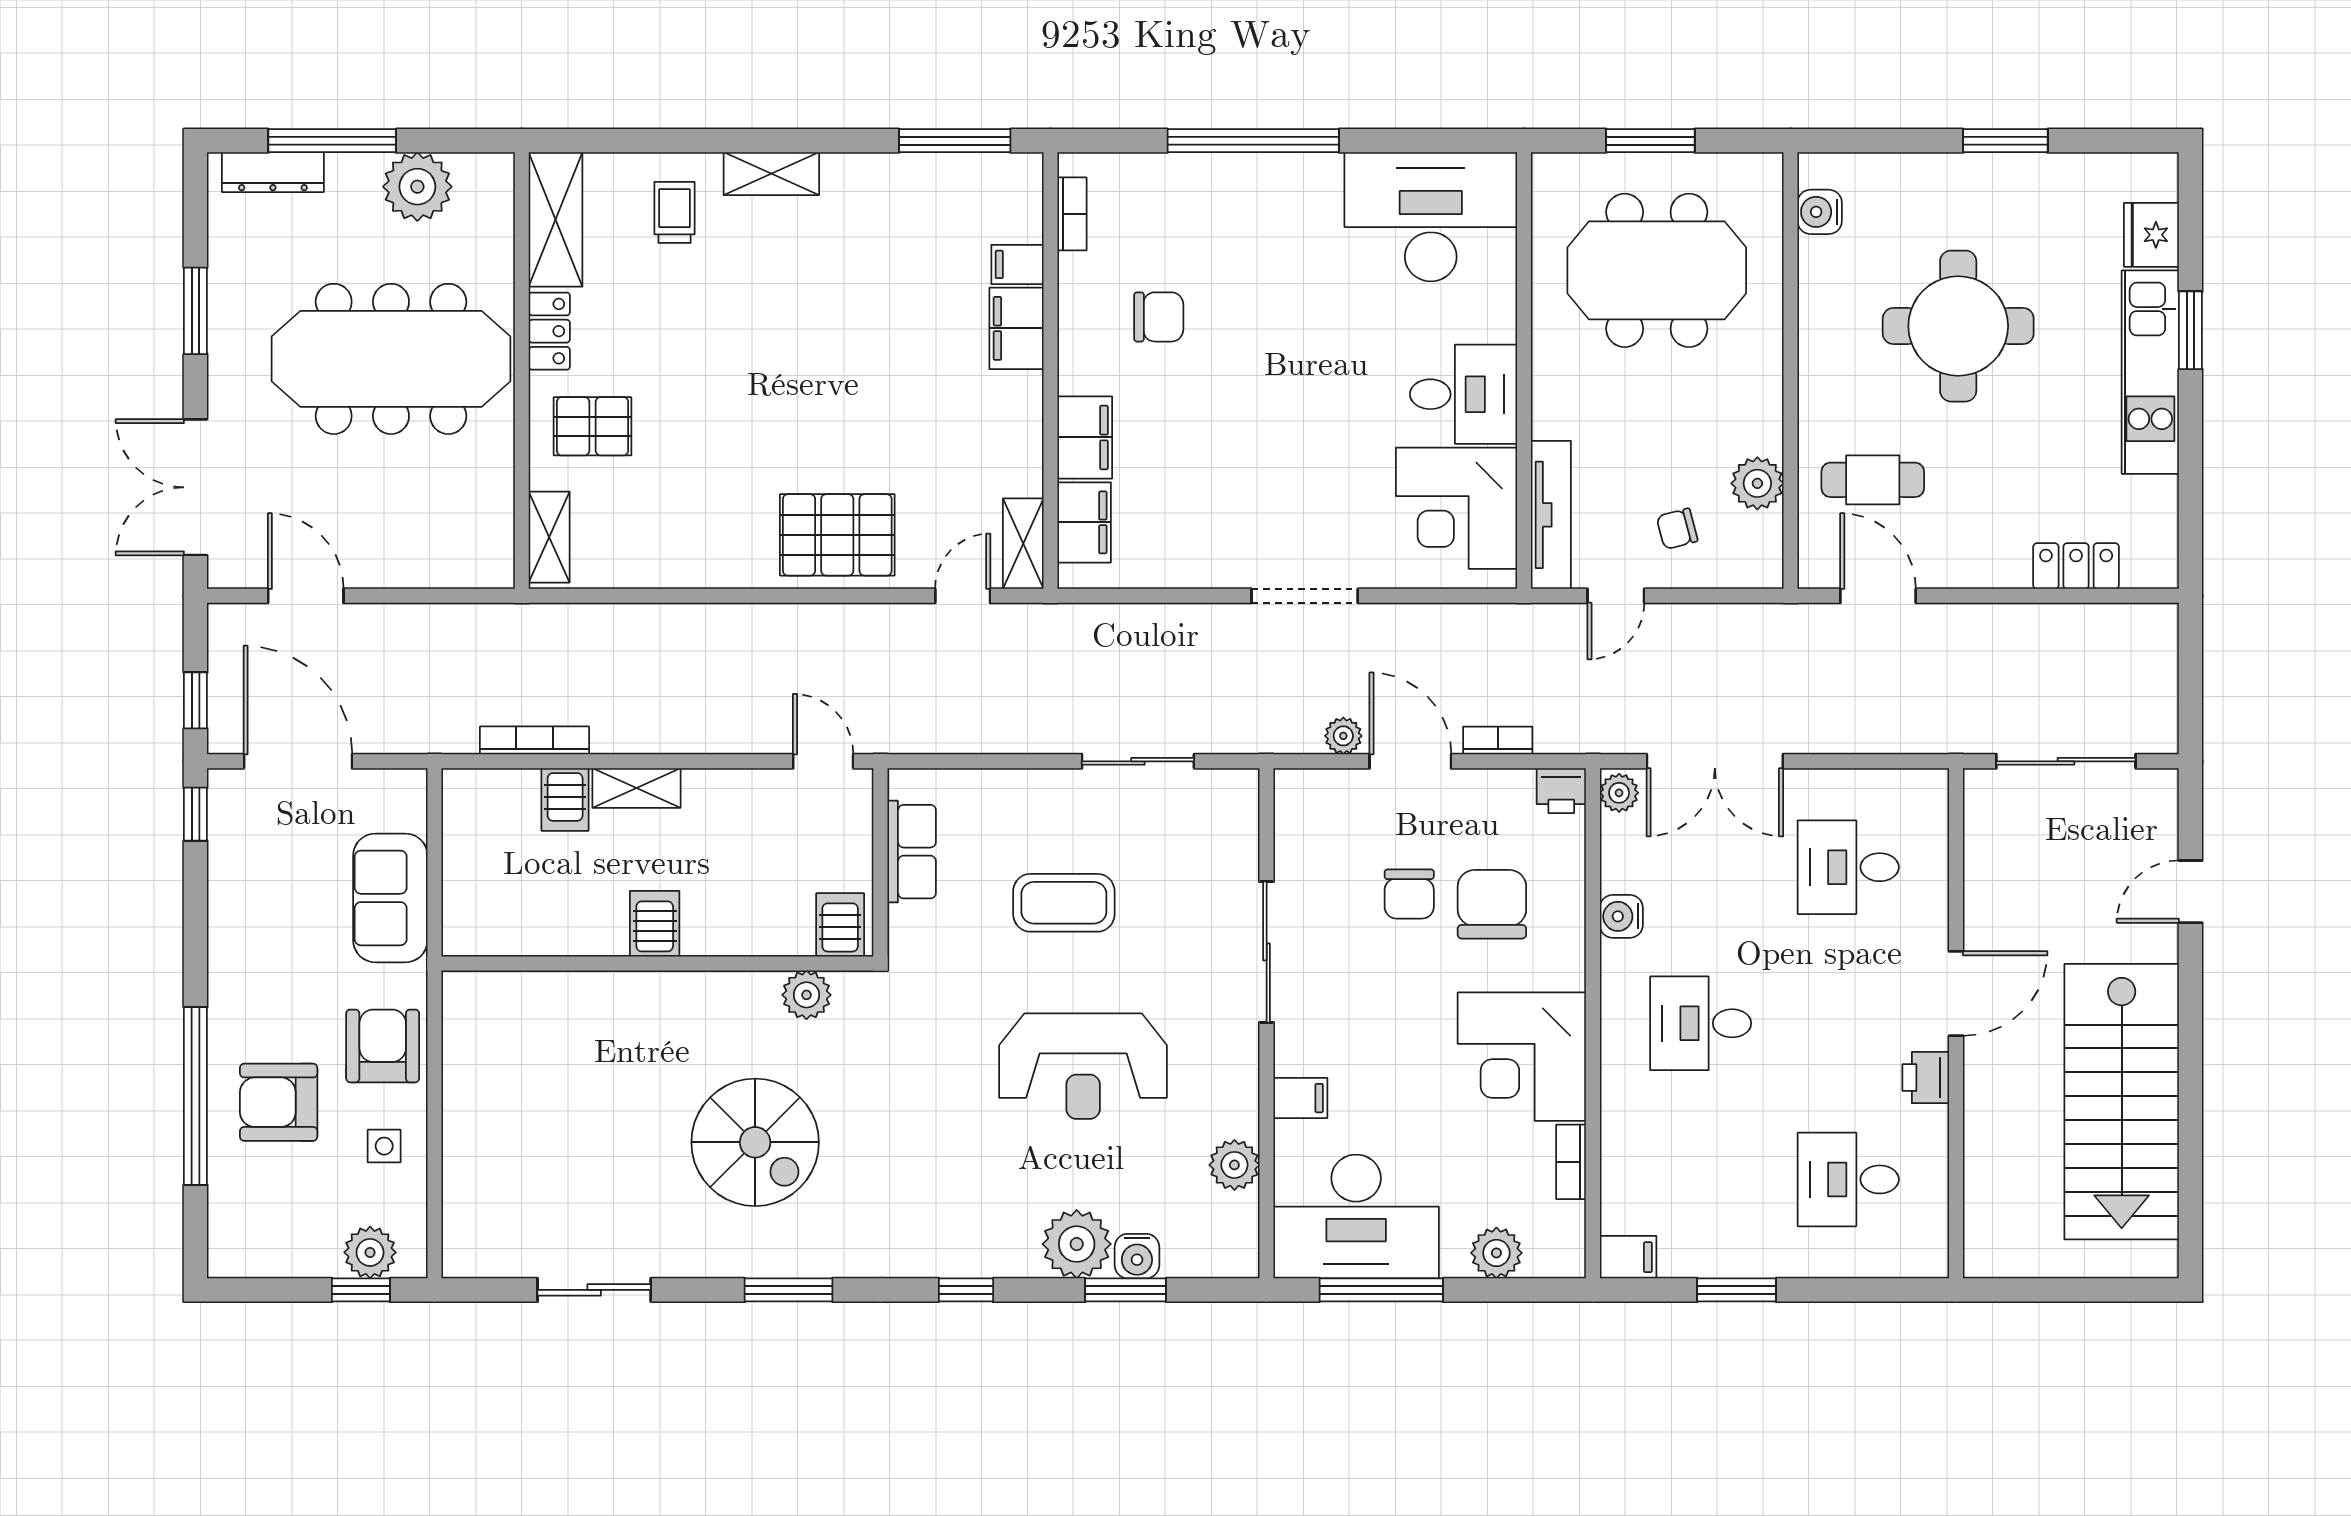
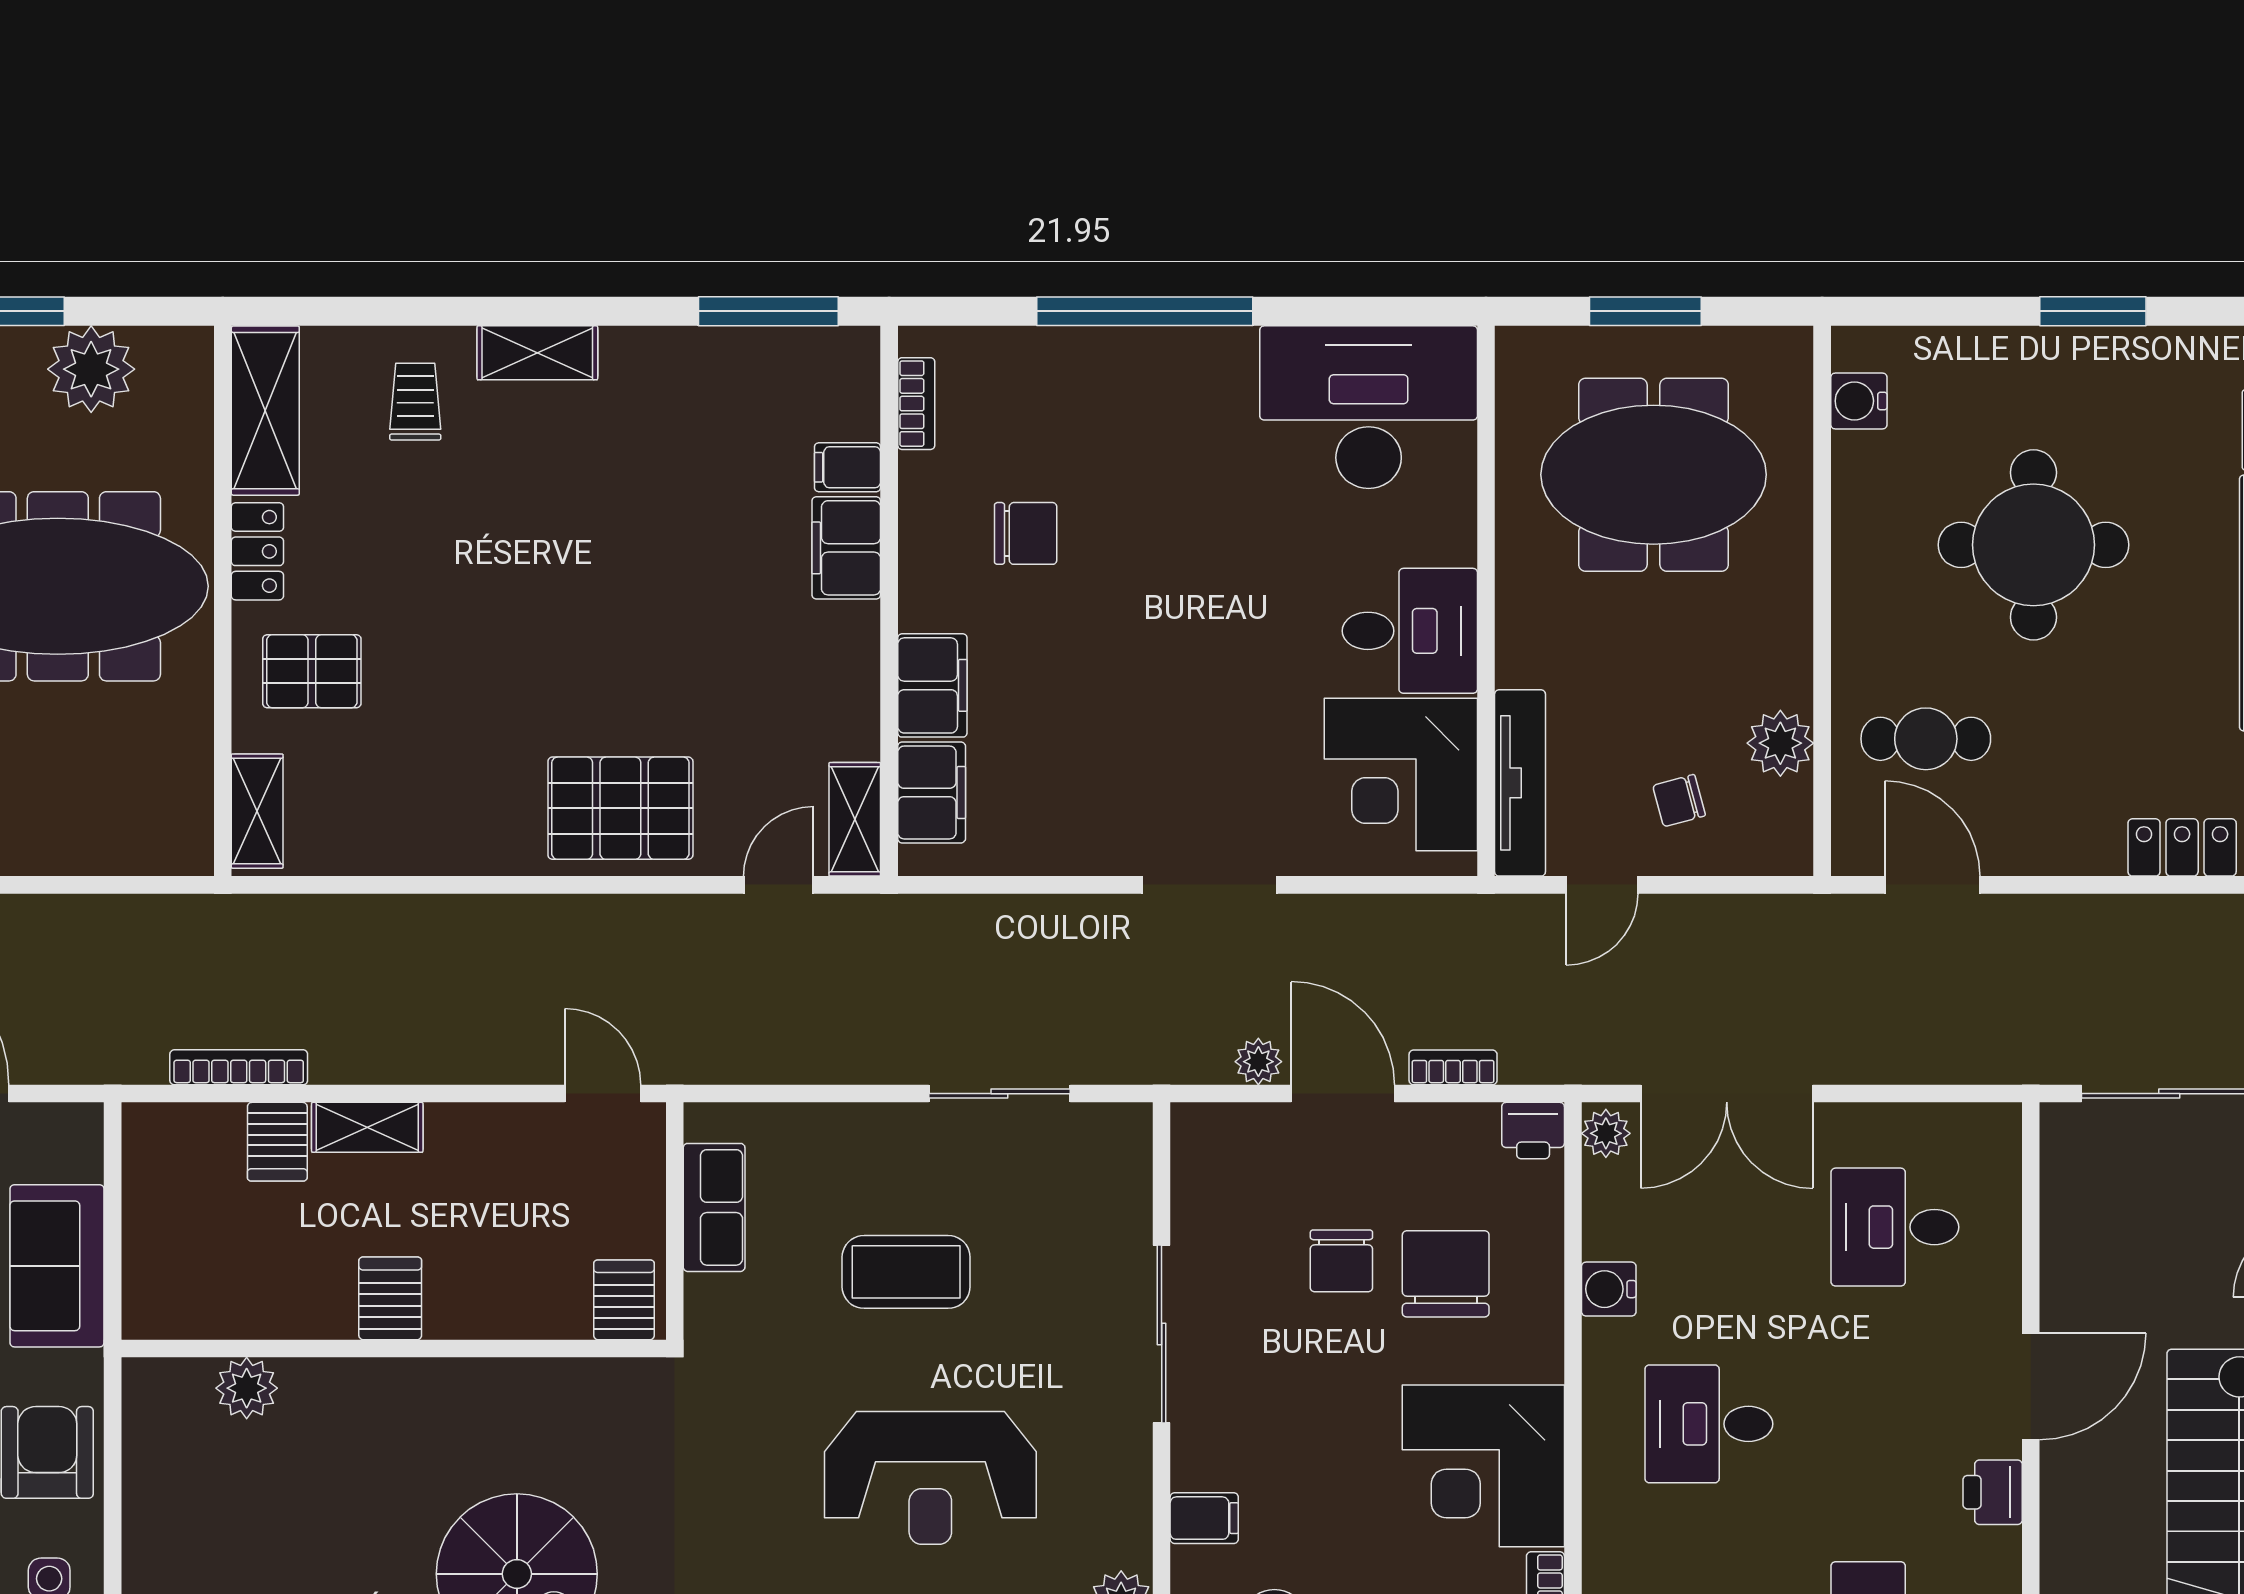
plant: (806, 995) -> (247, 1388), moved

